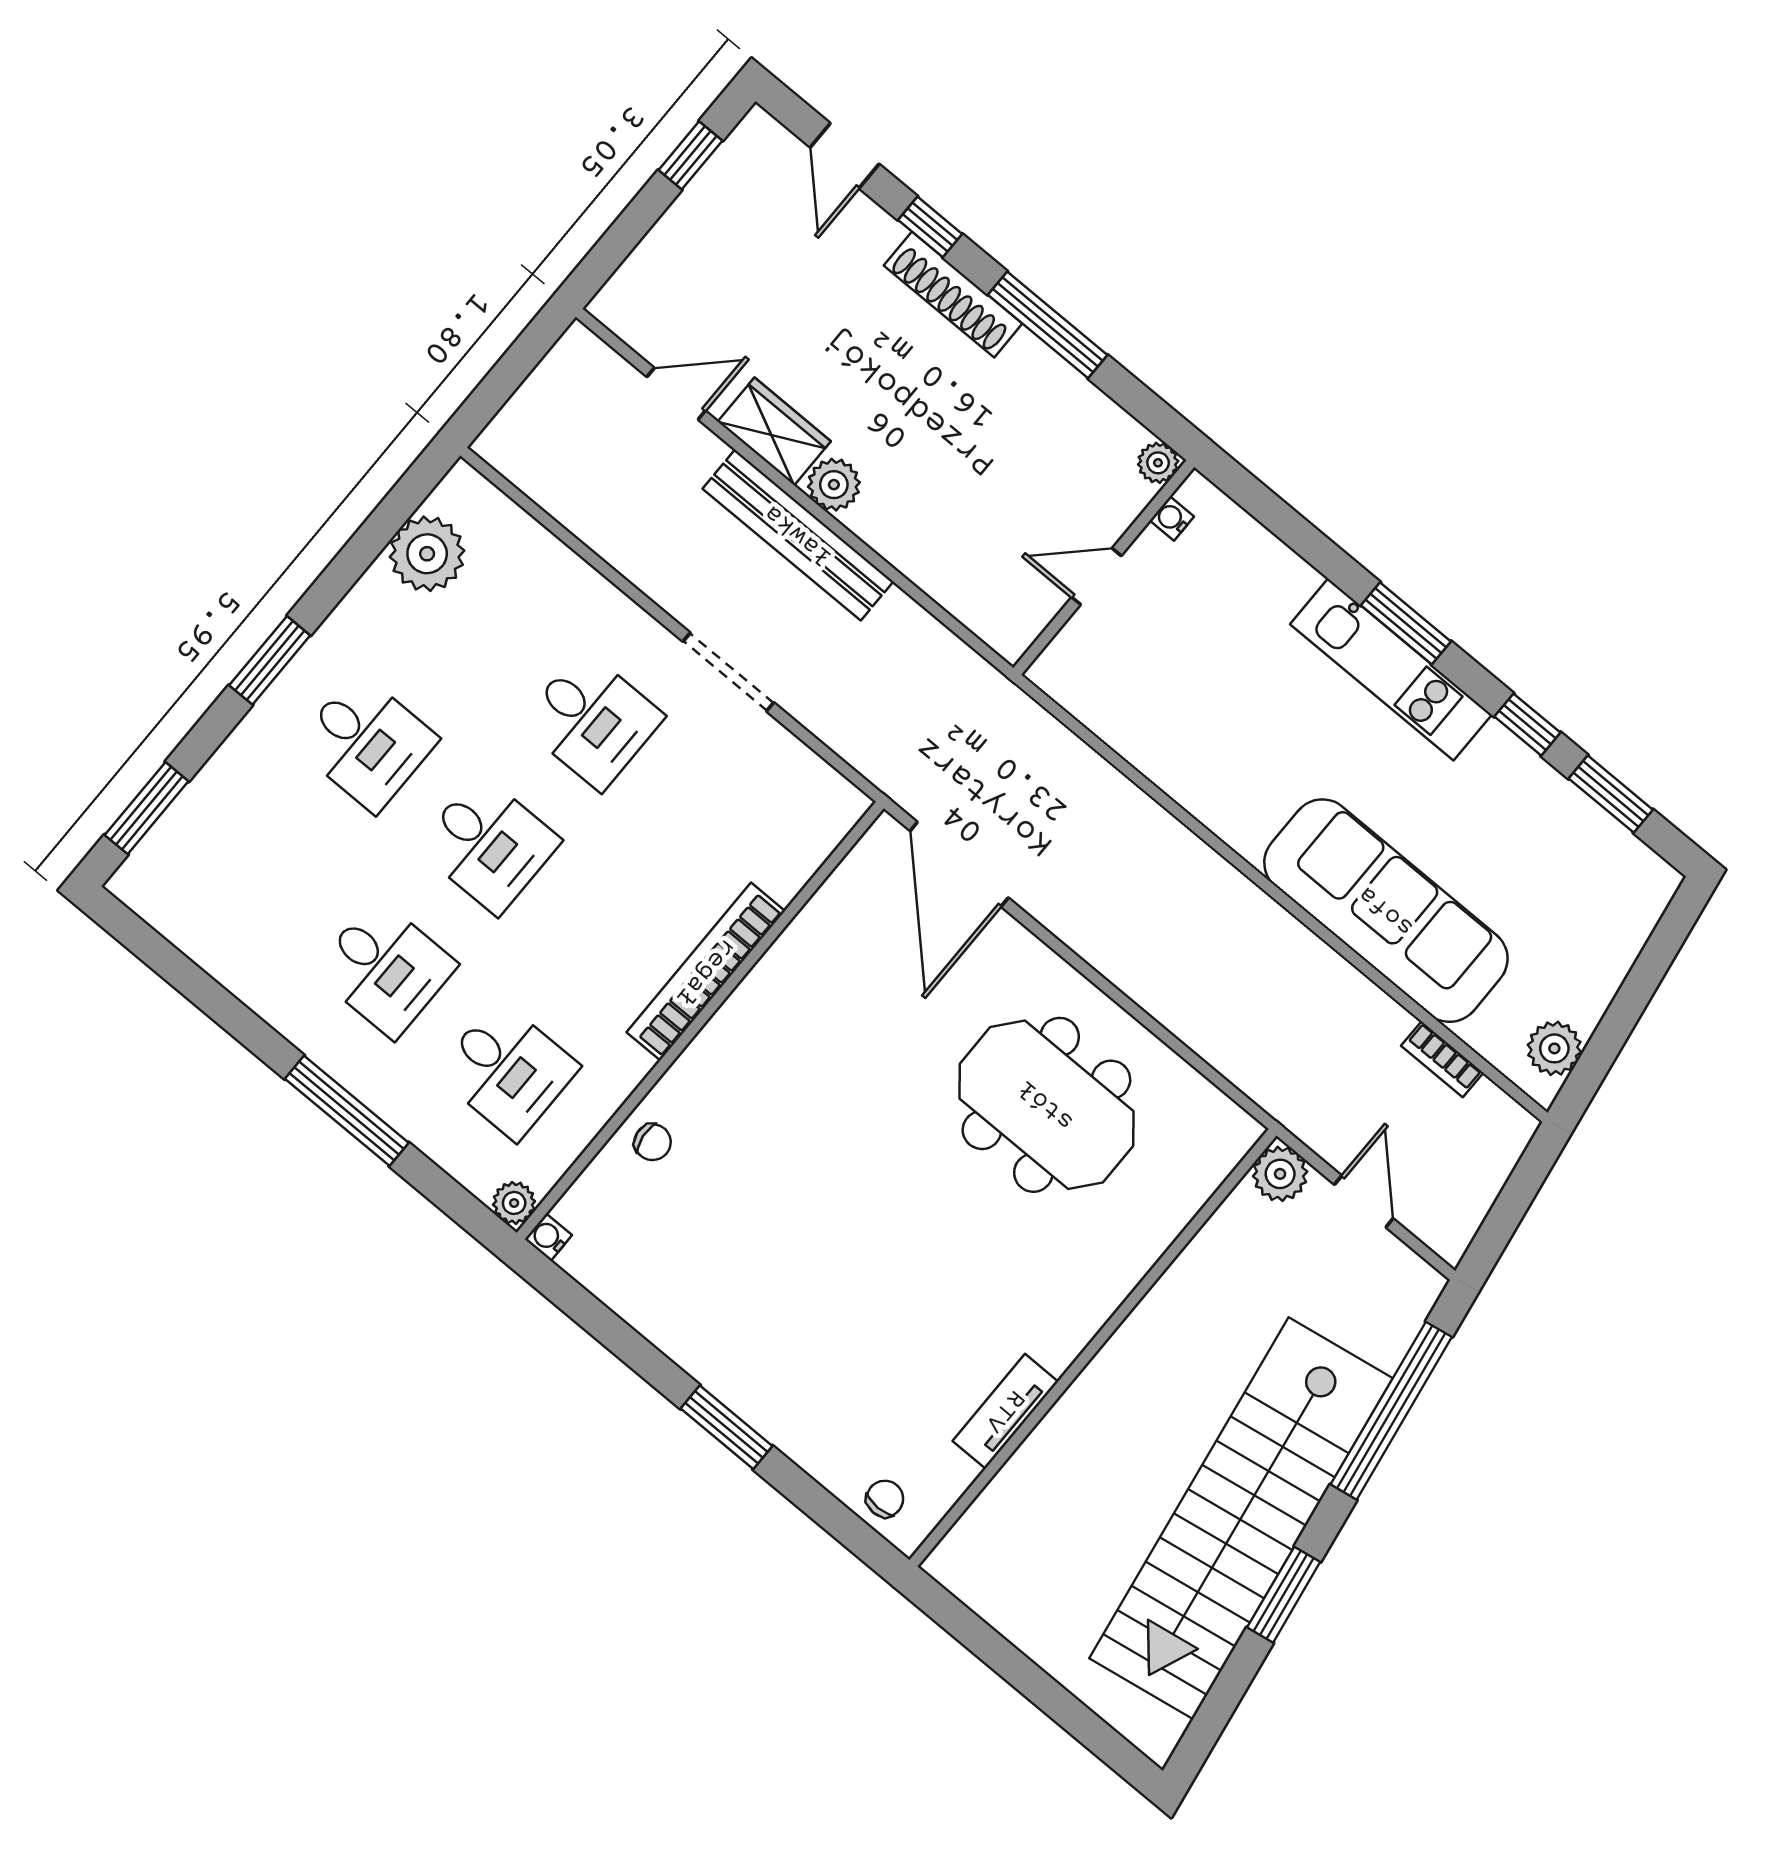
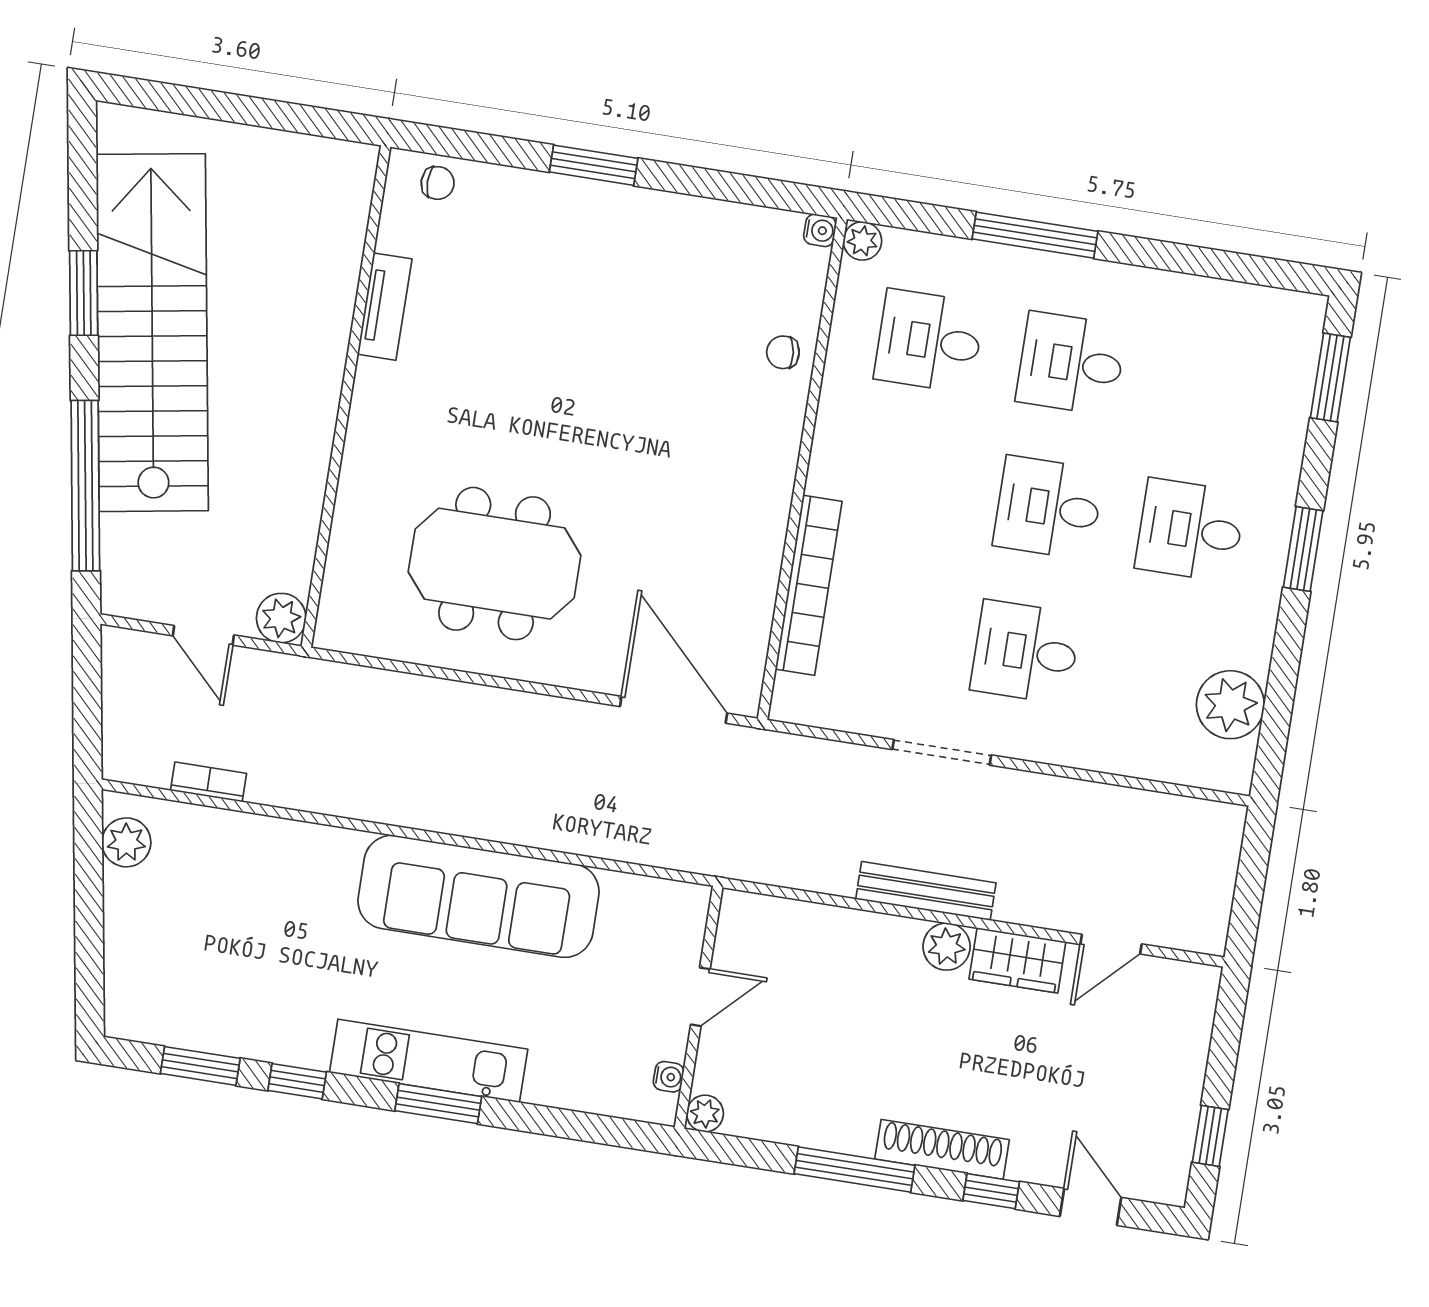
bench: (798, 535) -> (926, 891), width x0.73, depth x0.82
sofa: (1386, 911) -> (478, 896), moved
bookcase: (706, 972) -> (809, 585), moved
chair: (885, 1499) -> (438, 183), turned -90

